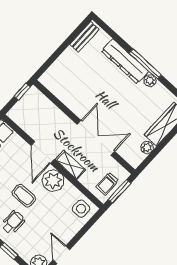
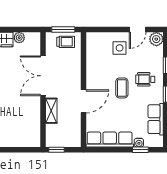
shelving: (70, 165) -> (51, 111), moved
plant: (53, 181) -> (95, 78), removed
side table: (81, 209) -> (120, 48), moved

